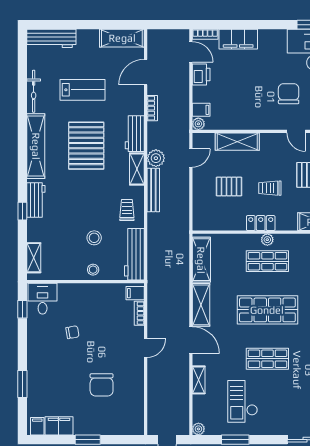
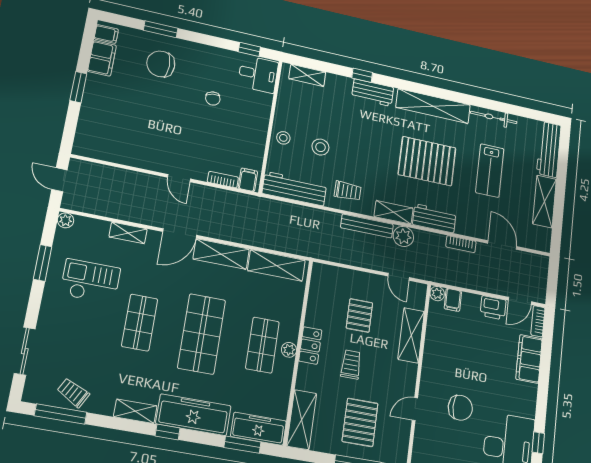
shelving: (122, 38) -> (544, 201), moved
chair: (102, 385) -> (161, 64), moved

